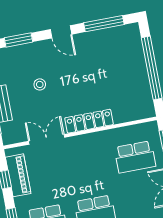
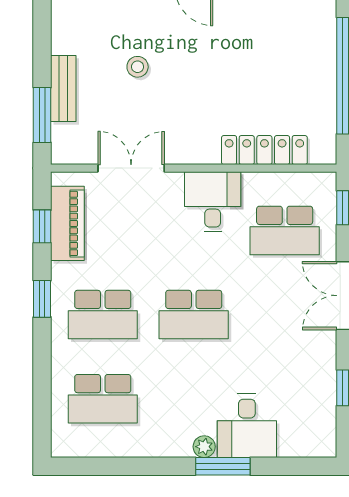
locker: (89, 121) -> (264, 150), moved
desk: (94, 149) -> (213, 202), added

